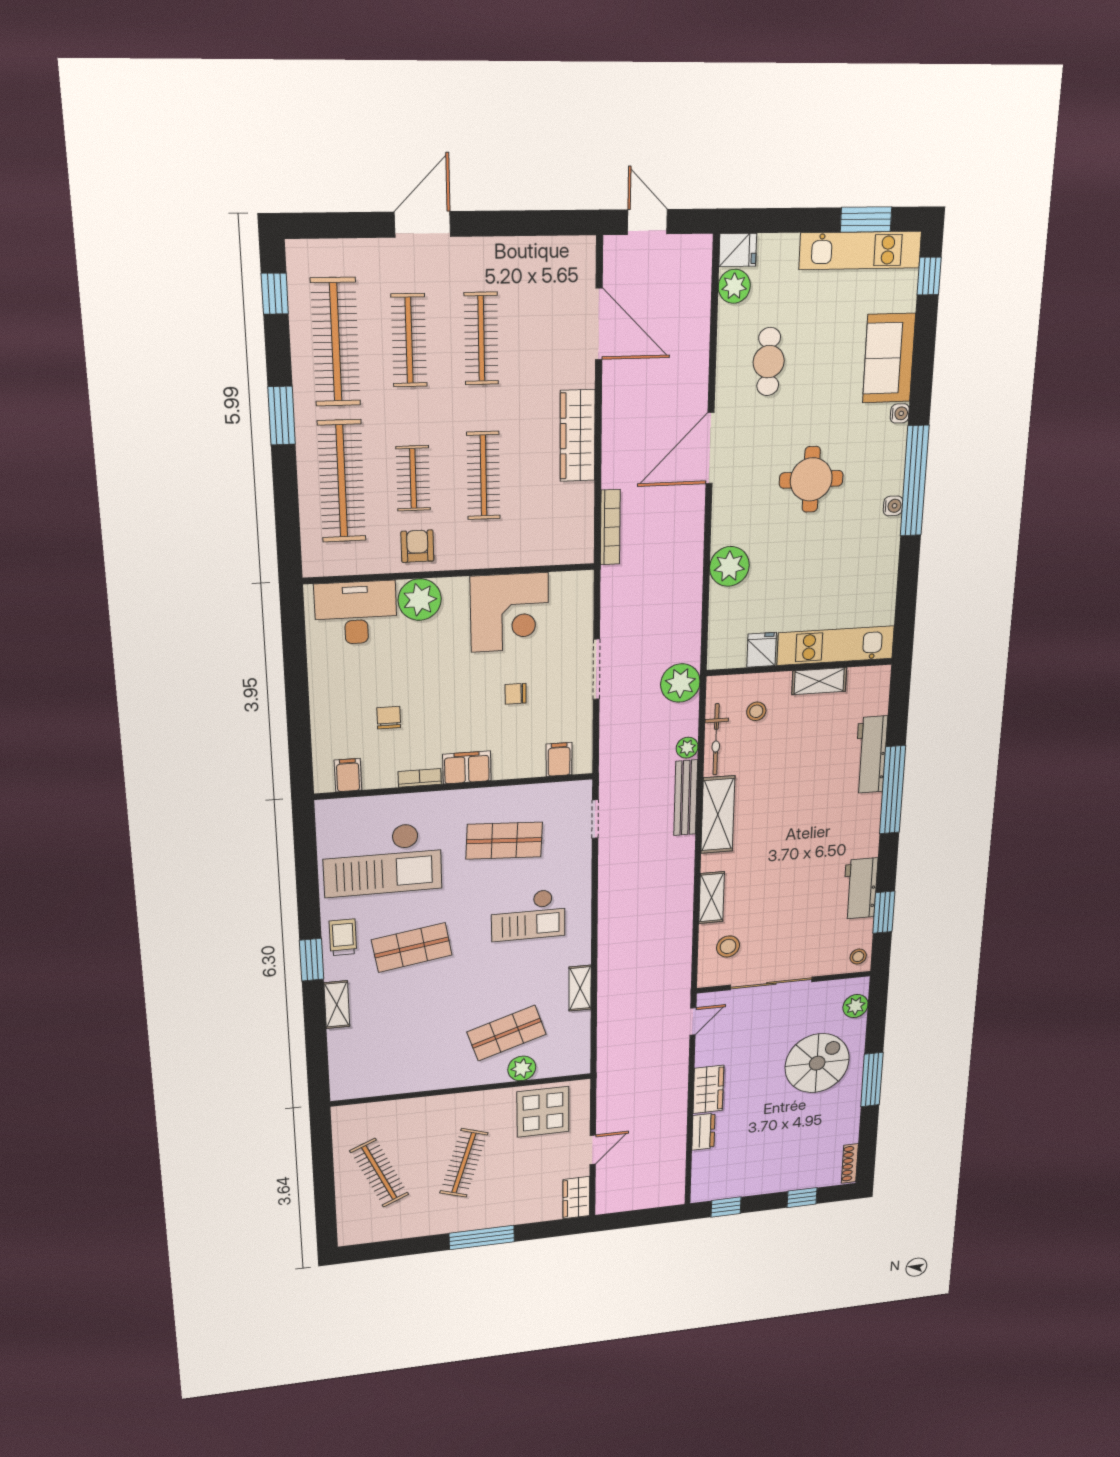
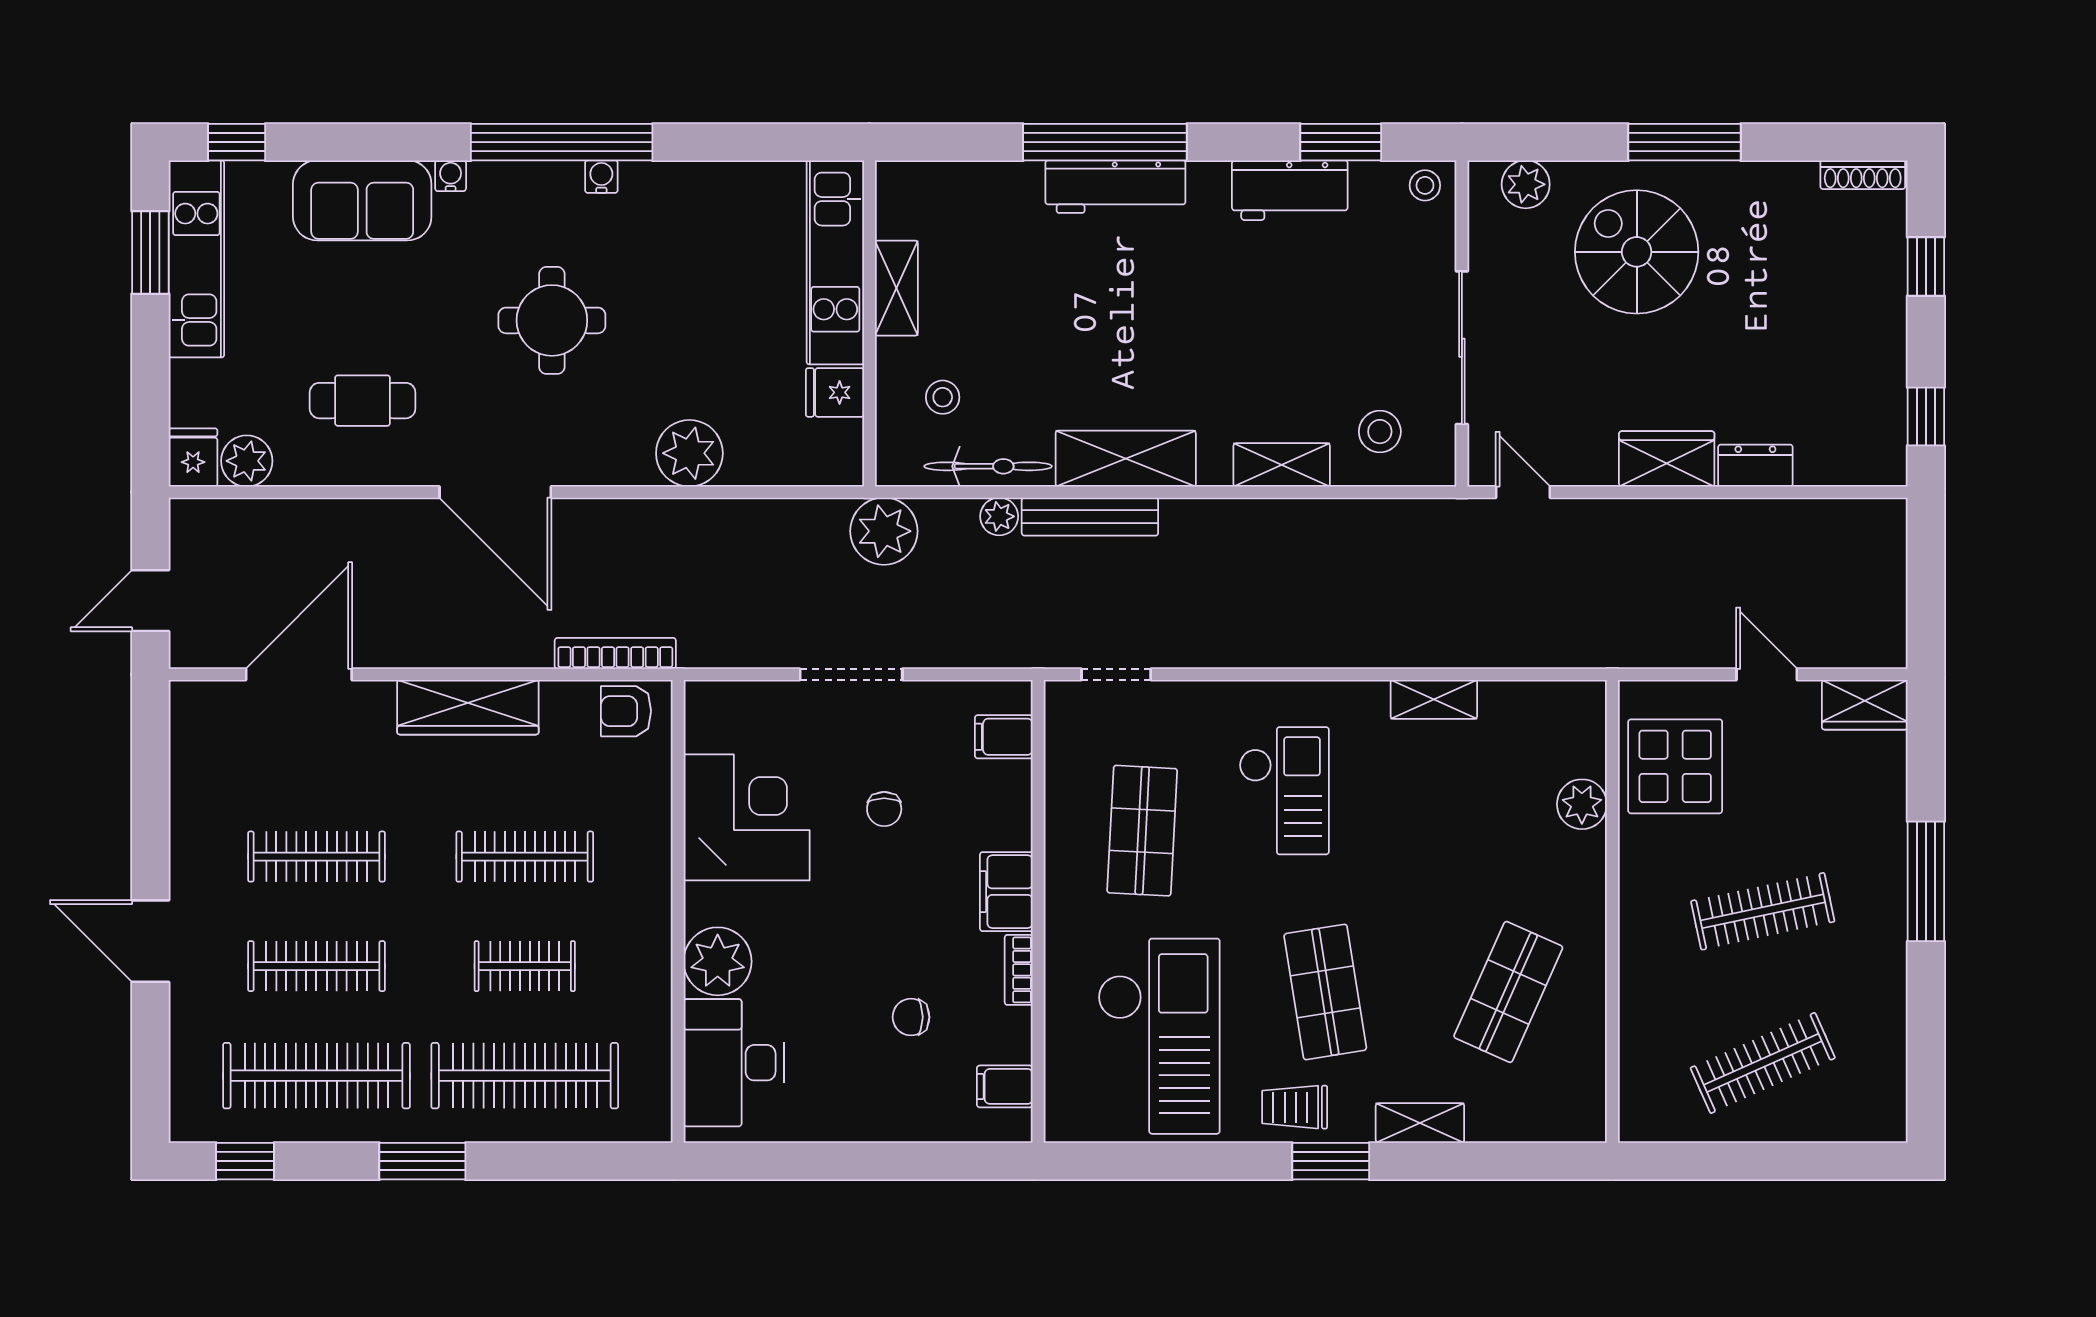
armchair: (417, 546) -> (626, 711), moved
workbench: (871, 755) -> (1115, 187), moved
shop shelf: (507, 1033) -> (1508, 992), moved, turned 42
clothes rail: (464, 1163) -> (1763, 911), turned -30

